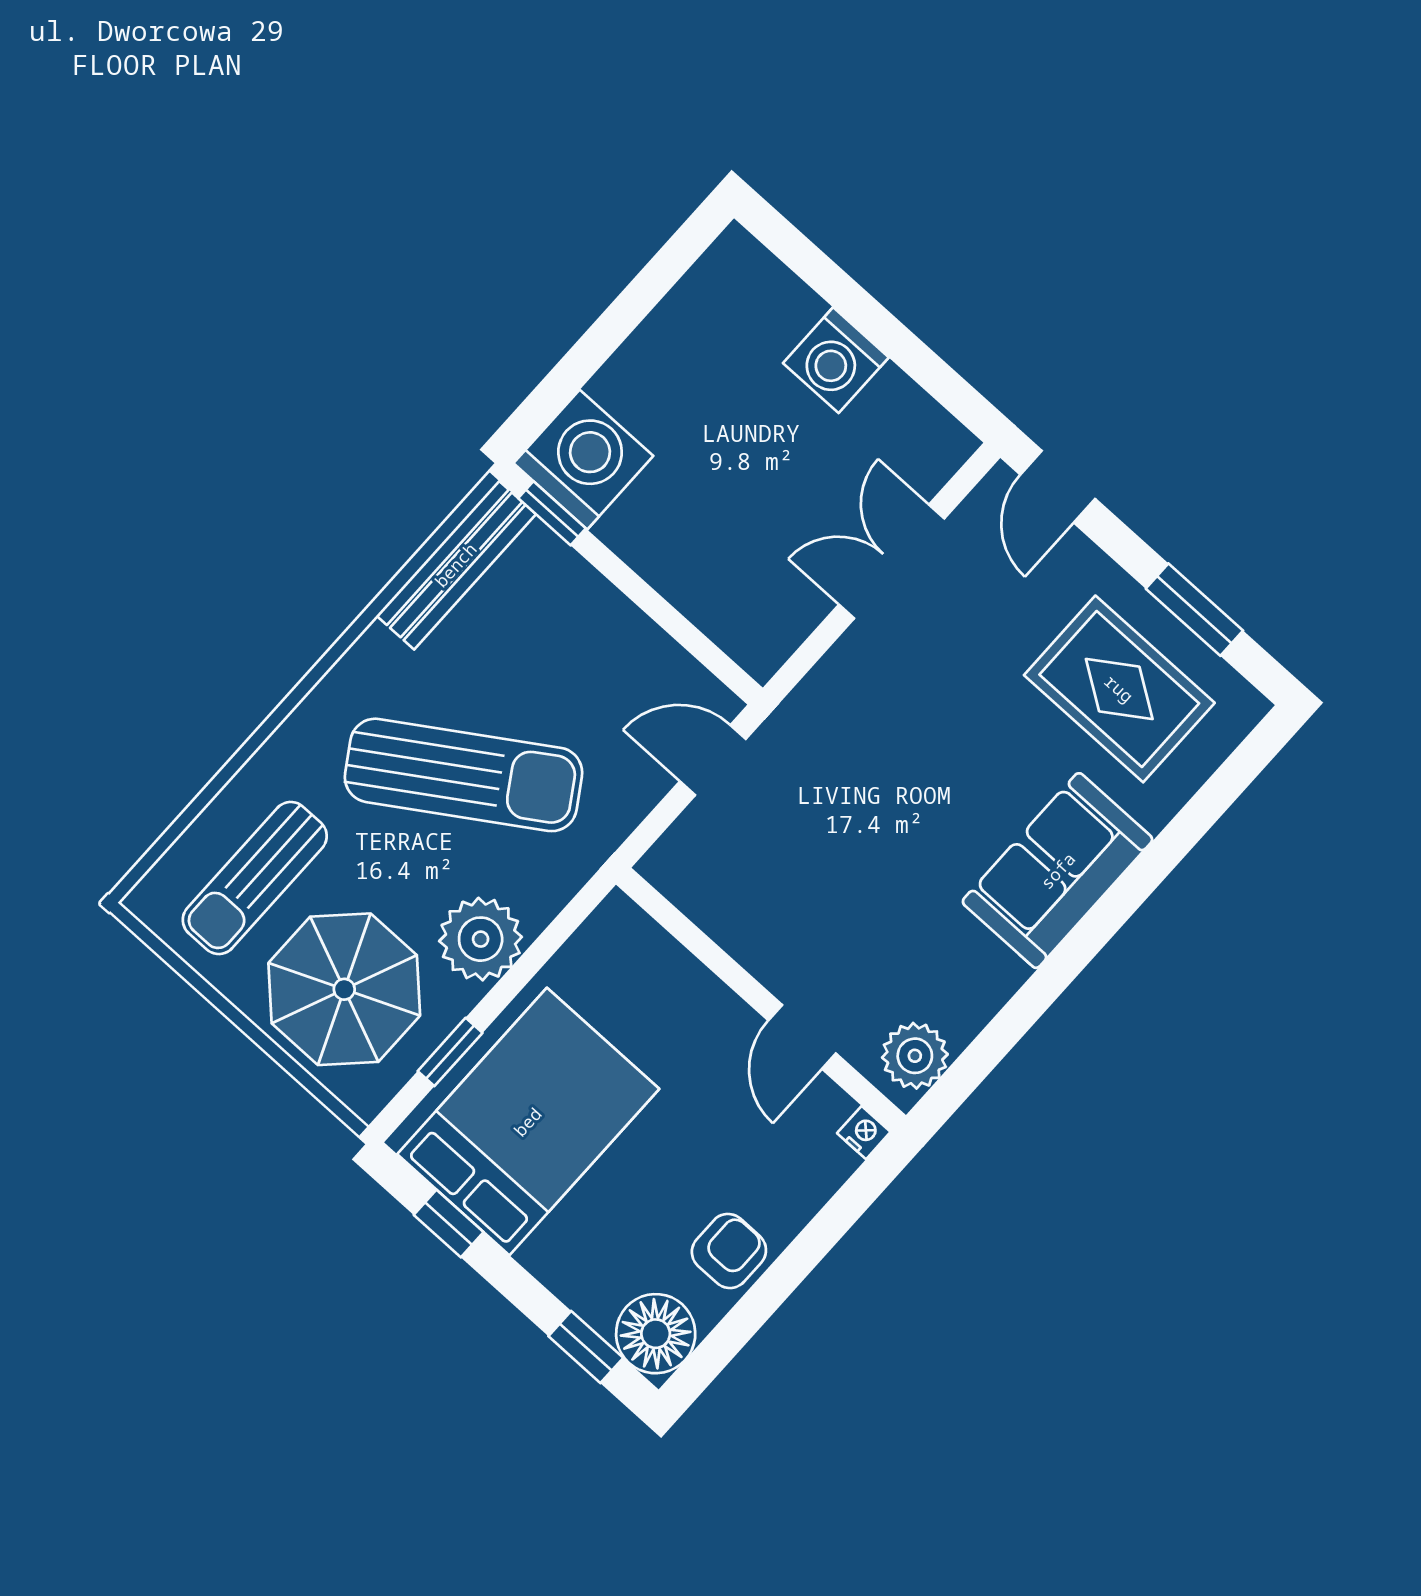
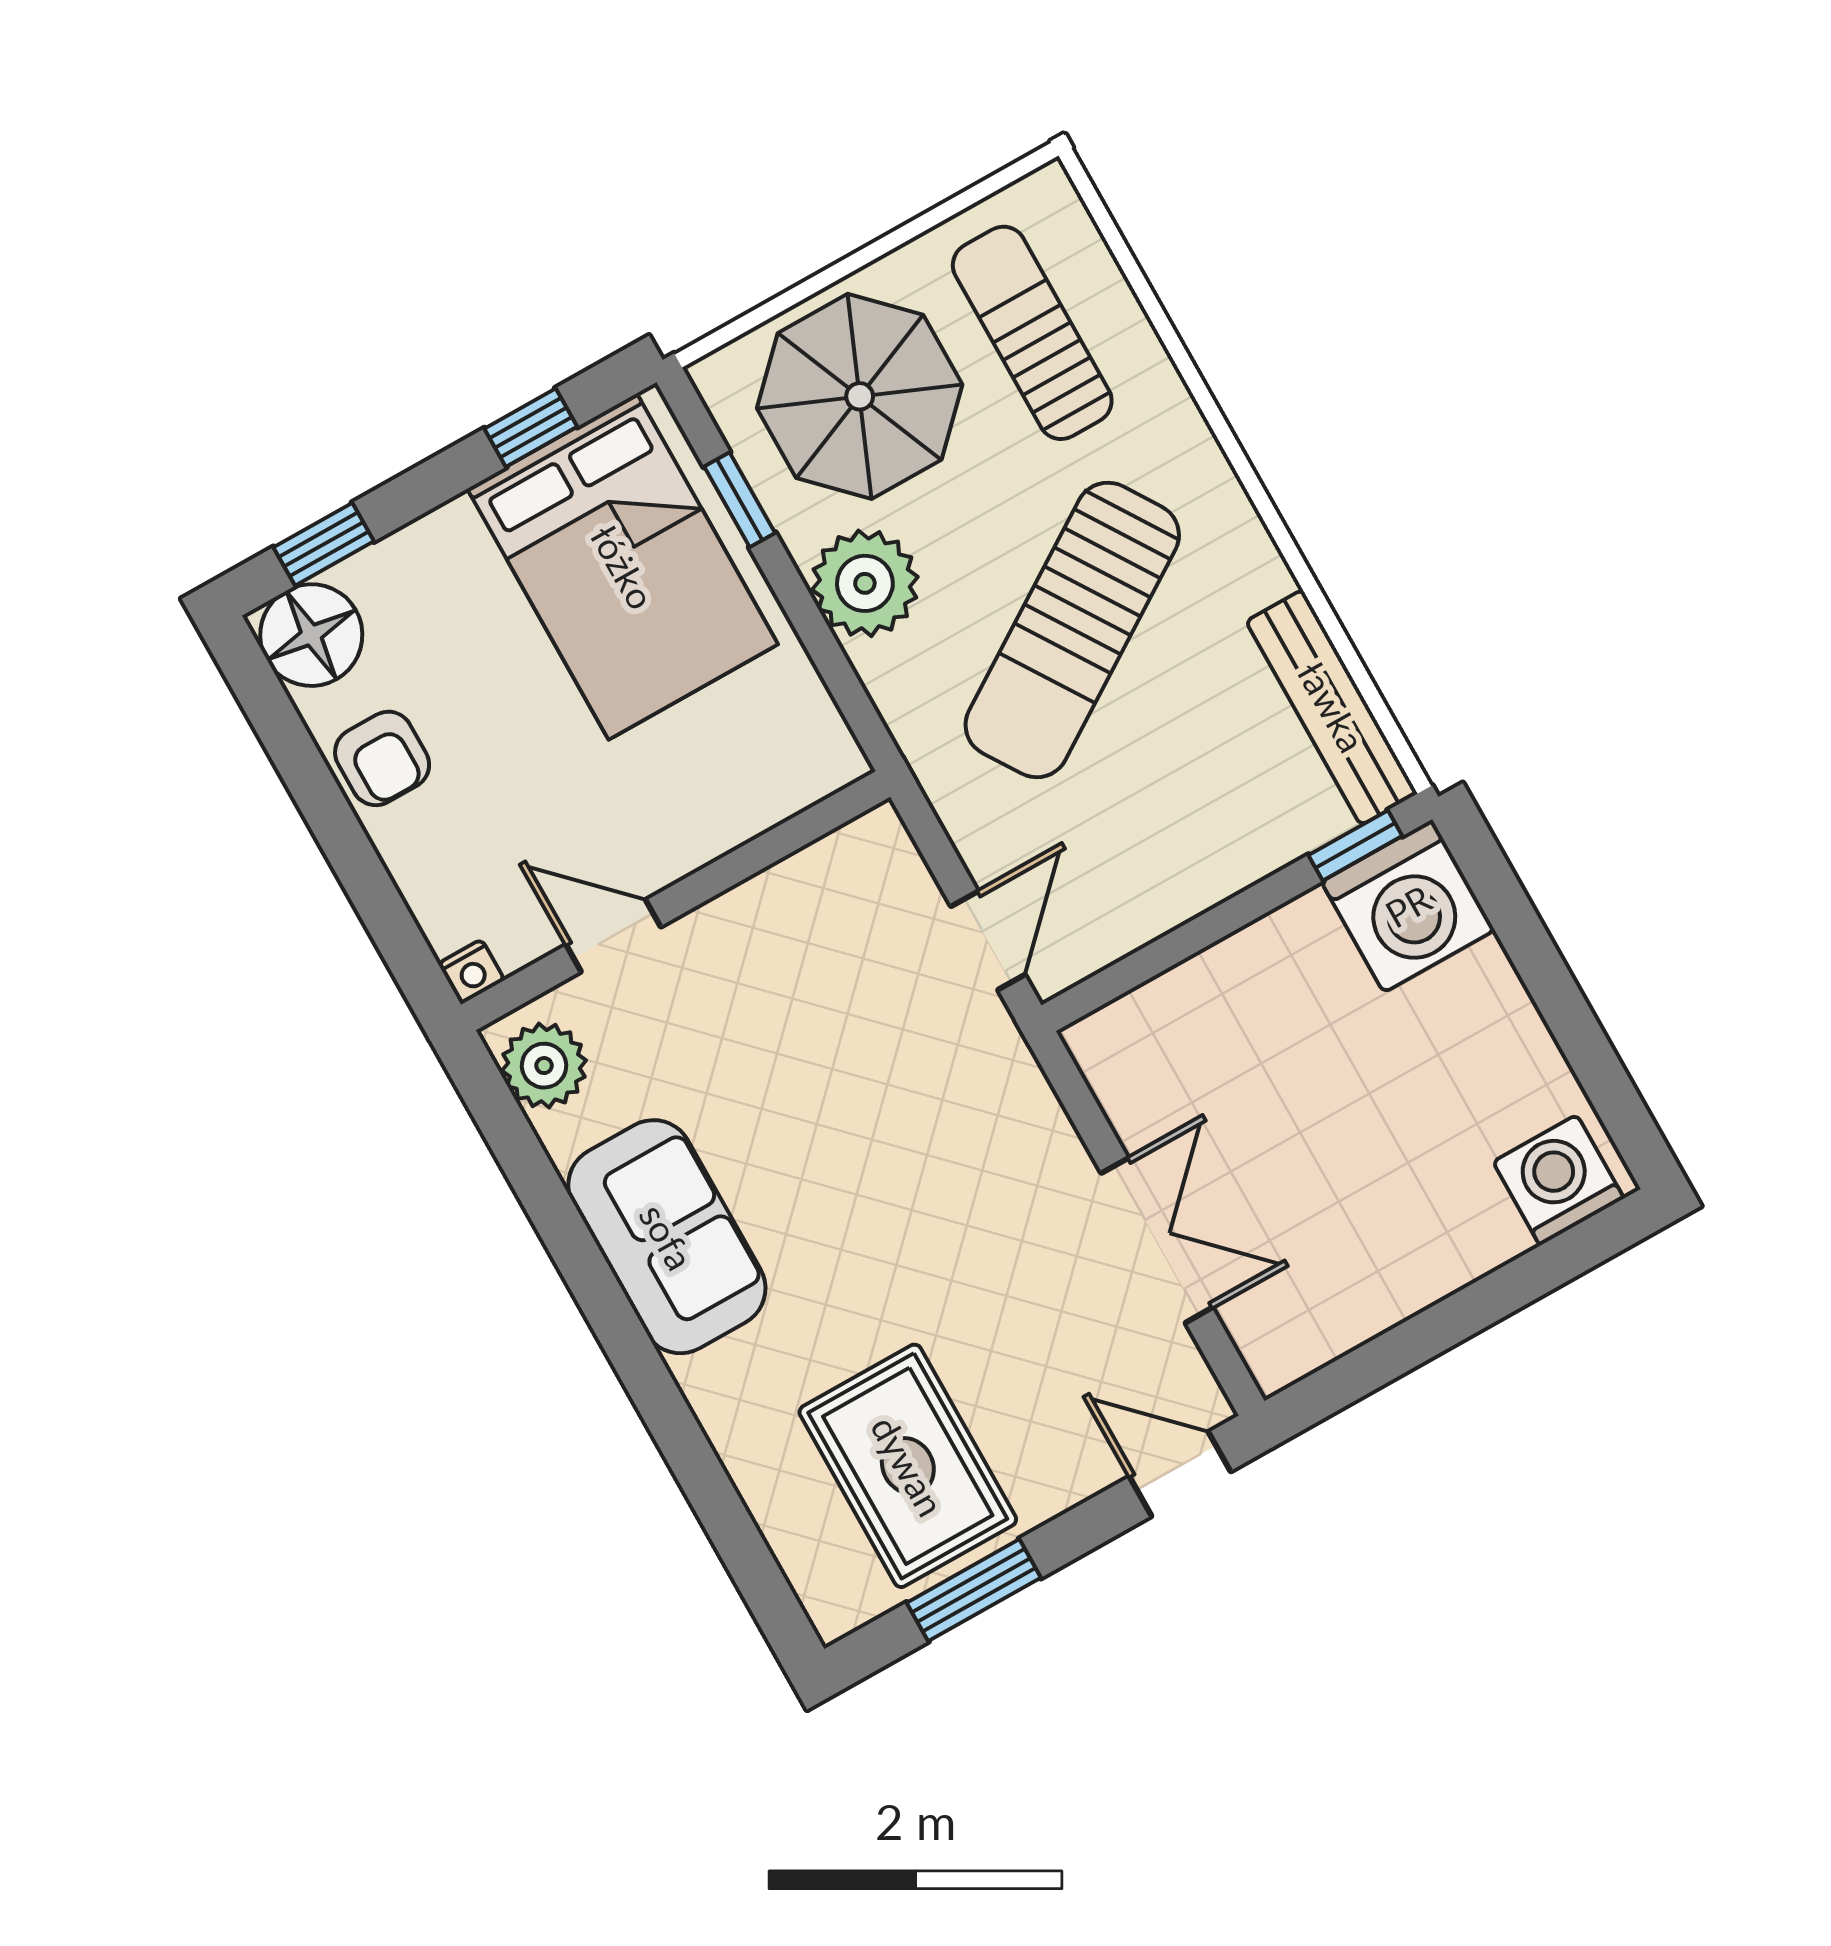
washing machine: (836, 360) -> (1558, 1180), moved
rug: (1119, 689) -> (908, 1466), turned 90
sofa: (1058, 871) -> (667, 1237), moved

